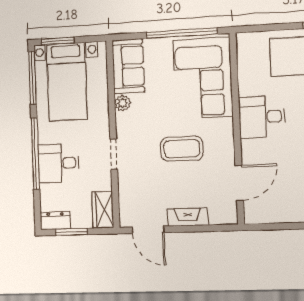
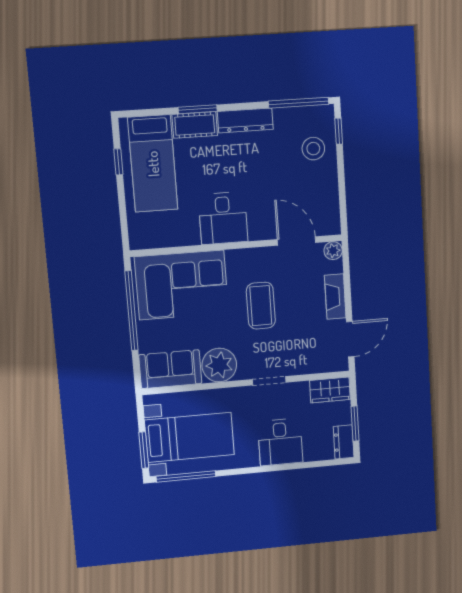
plant: (123, 103) -> (219, 365), width x1.87, depth x1.87
window: (35, 154) -> (271, 468), removed
plant: (229, 216) -> (333, 251), added

